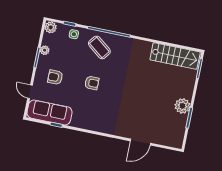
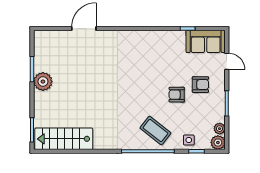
plant: (45, 50) -> (220, 129), moved
armchair: (92, 83) -> (177, 95), moved
sofa: (50, 112) -> (206, 41), width x0.73

